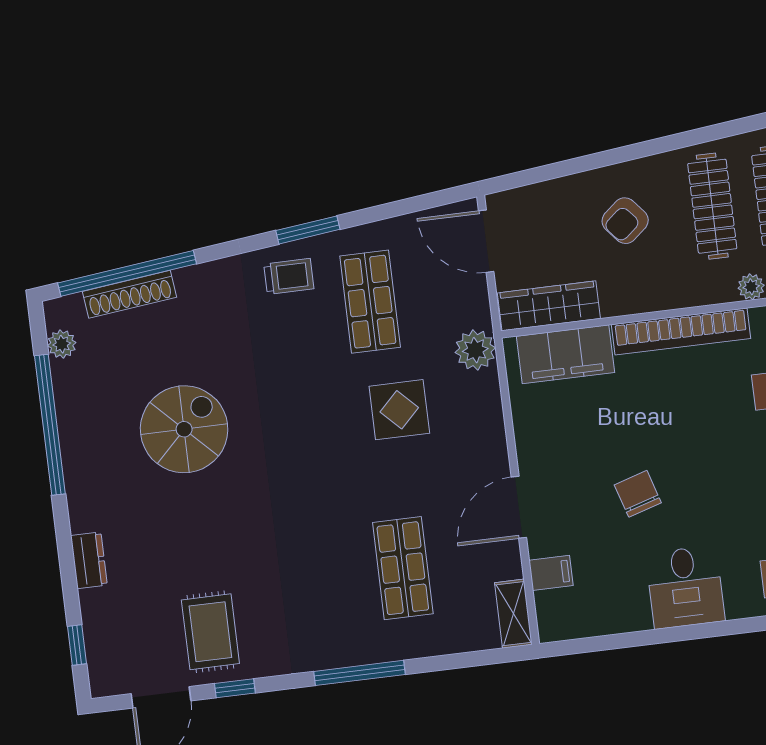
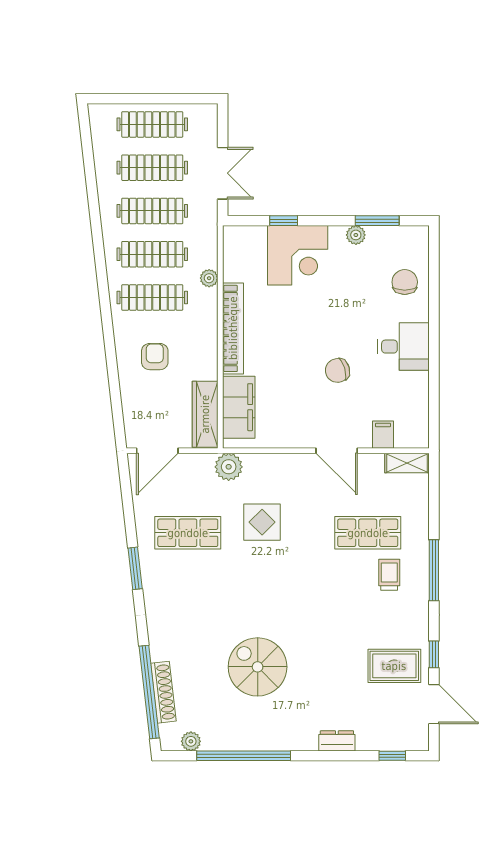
armchair: (625, 221) -> (155, 357), turned -140
trolley: (289, 276) -> (389, 575), moved

